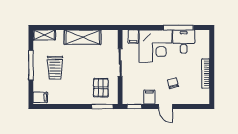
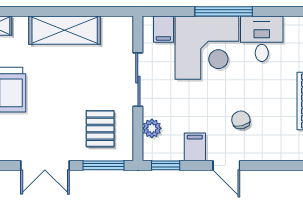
window: (178, 28) -> (224, 11), moved
plant: (127, 88) -> (152, 128), added
double door: (72, 107) -> (45, 165), added

